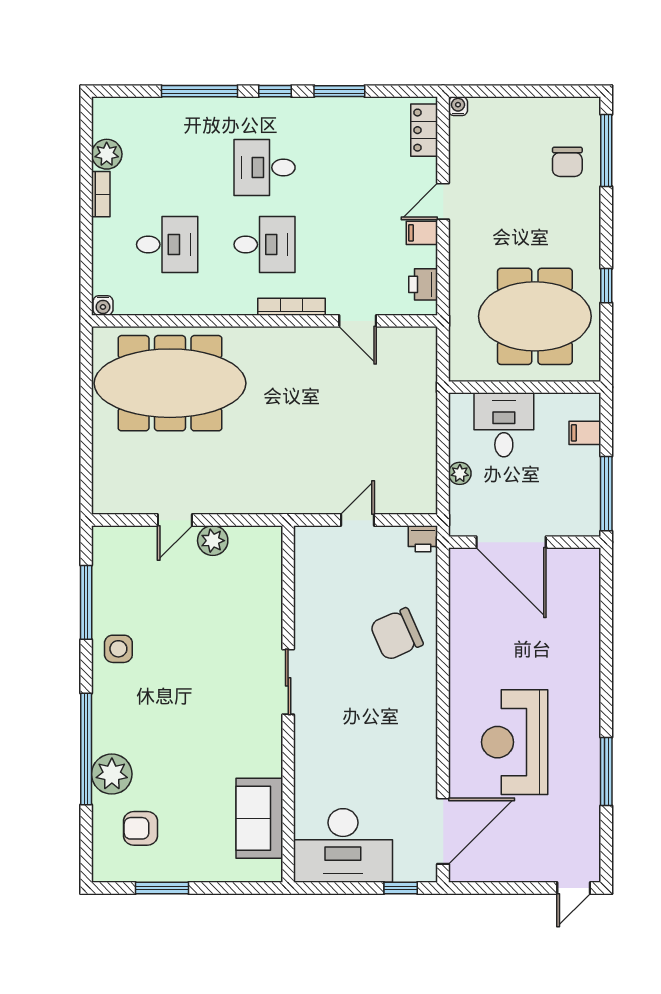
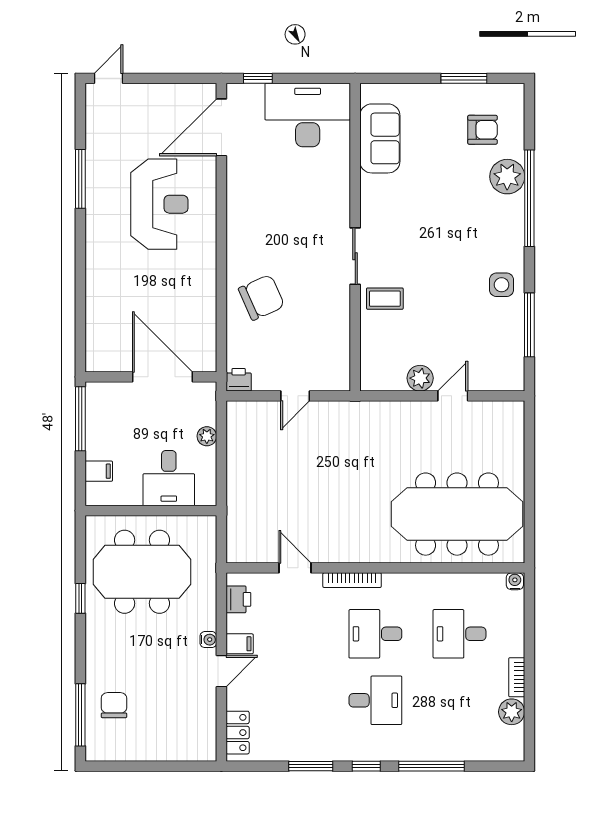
water cooler: (458, 106) -> (208, 640), moved, turned -90
coffee table: (254, 633) -> (385, 299), added

